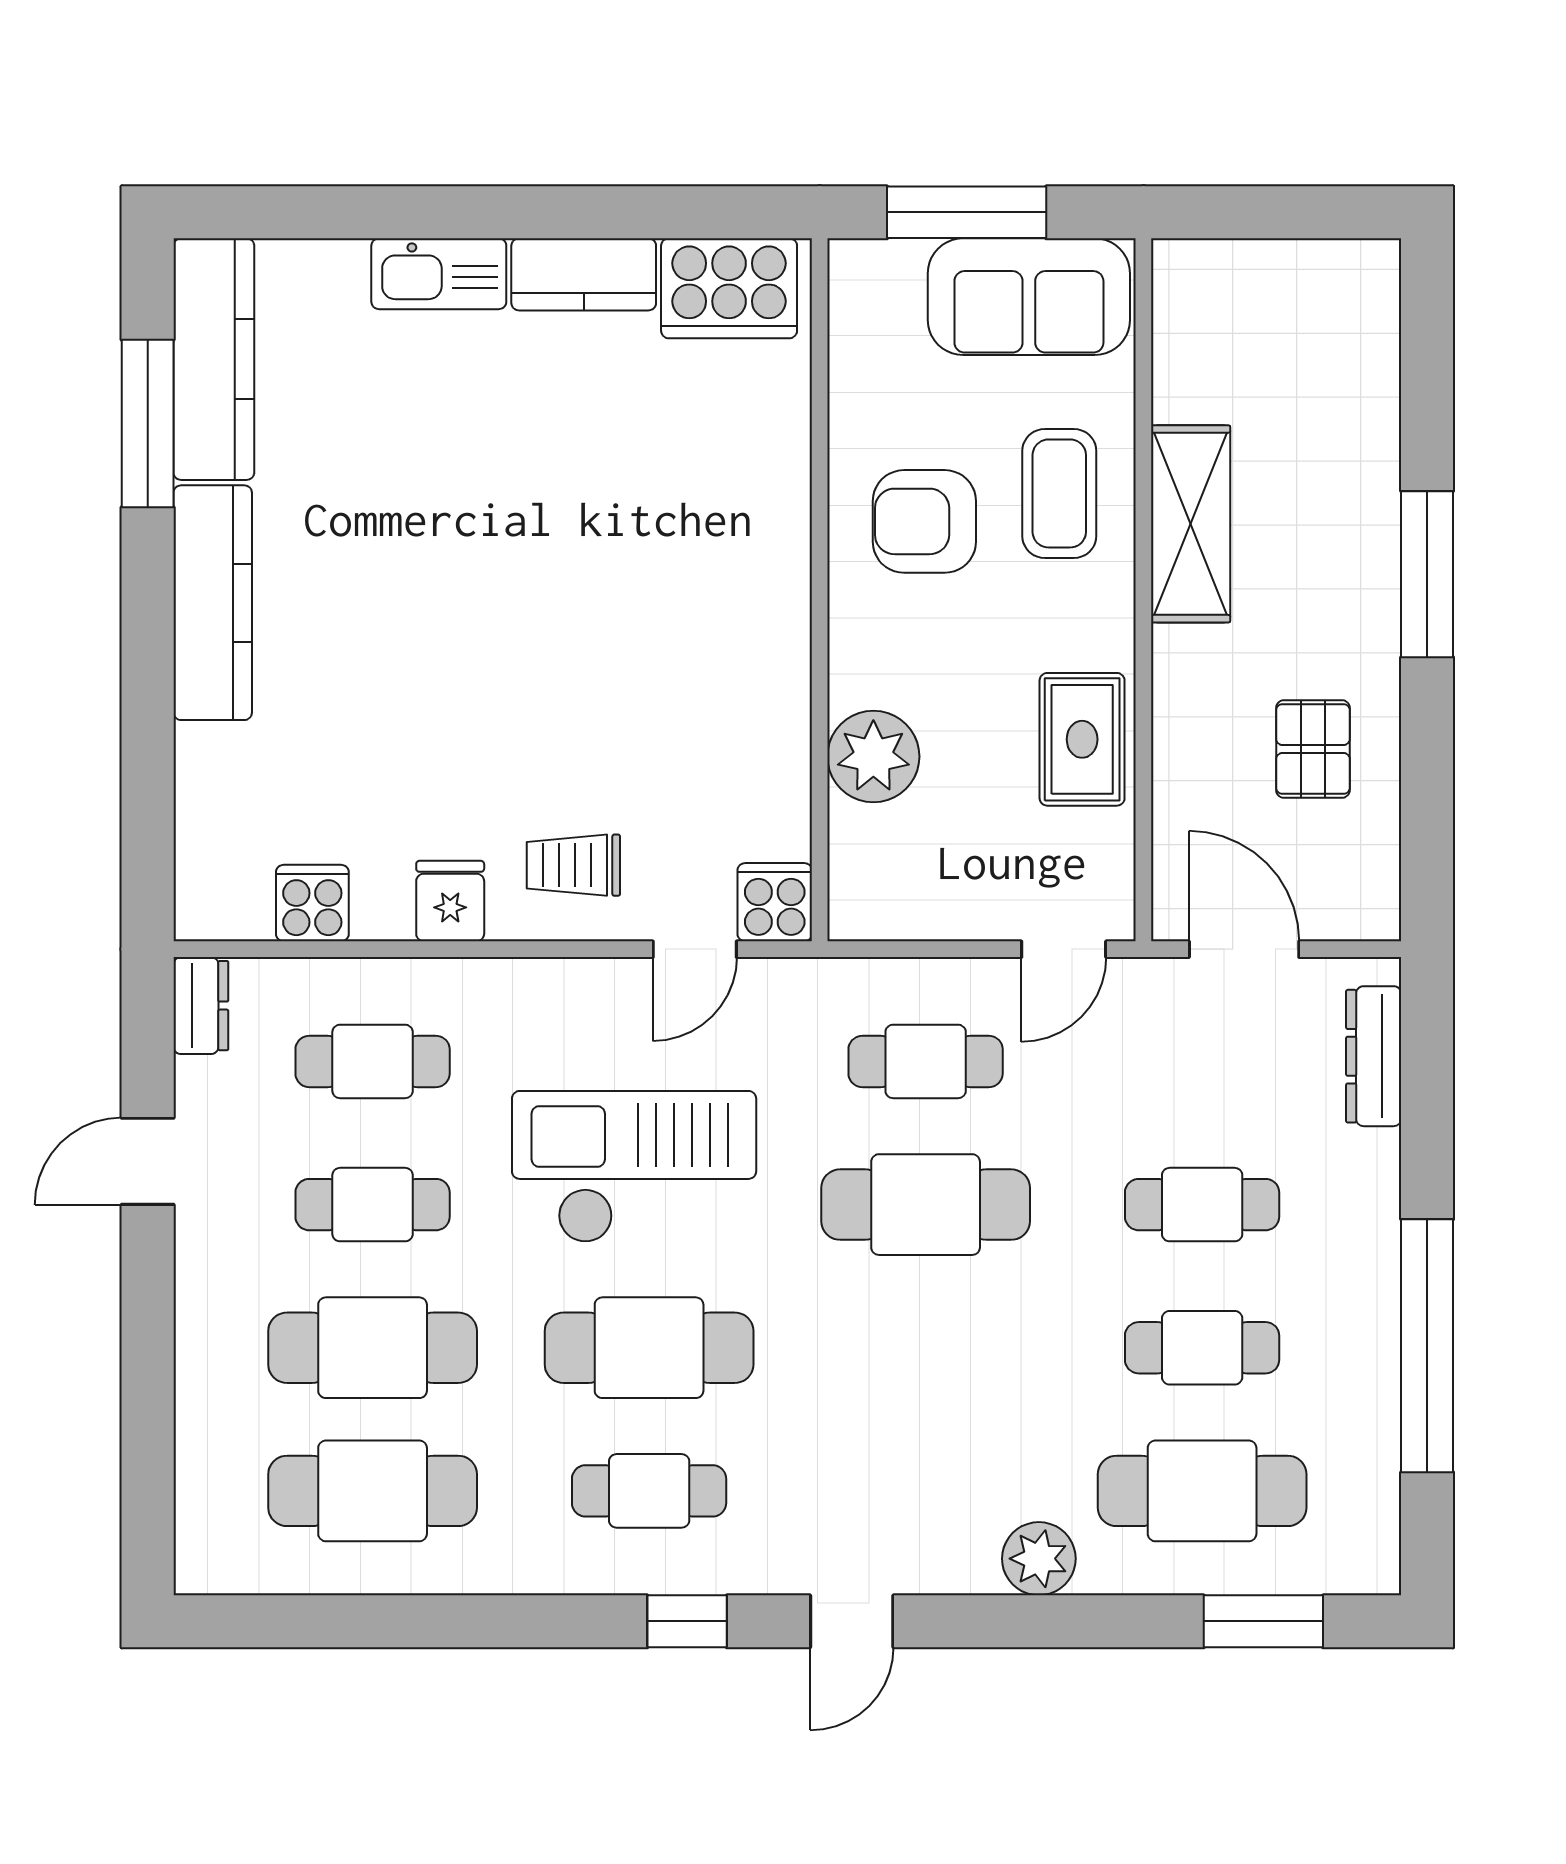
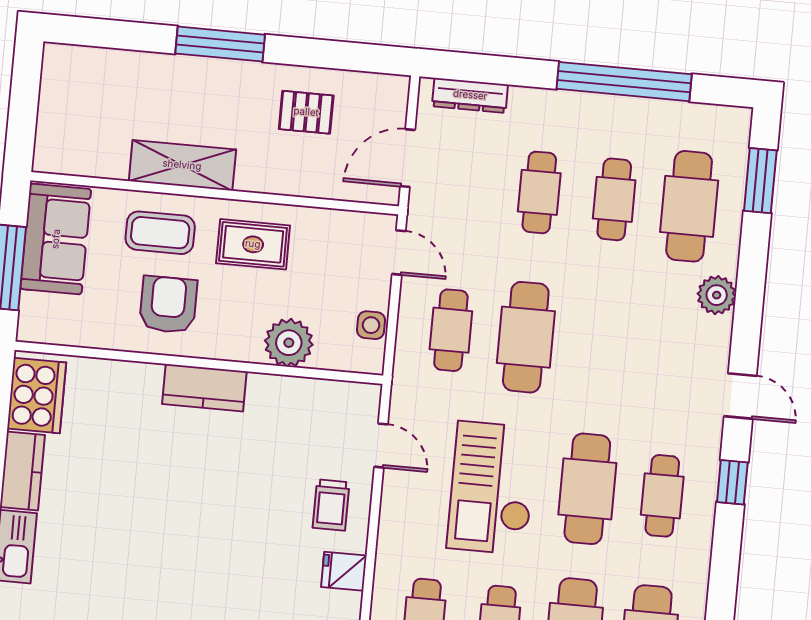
armchair: (924, 521) -> (168, 305), turned 180
kitchen counter: (773, 604) -> (204, 388), added
rug: (1082, 739) -> (253, 244), moved
cooker: (775, 902) -> (360, 401), removed
side table: (921, 909) -> (371, 325), added

